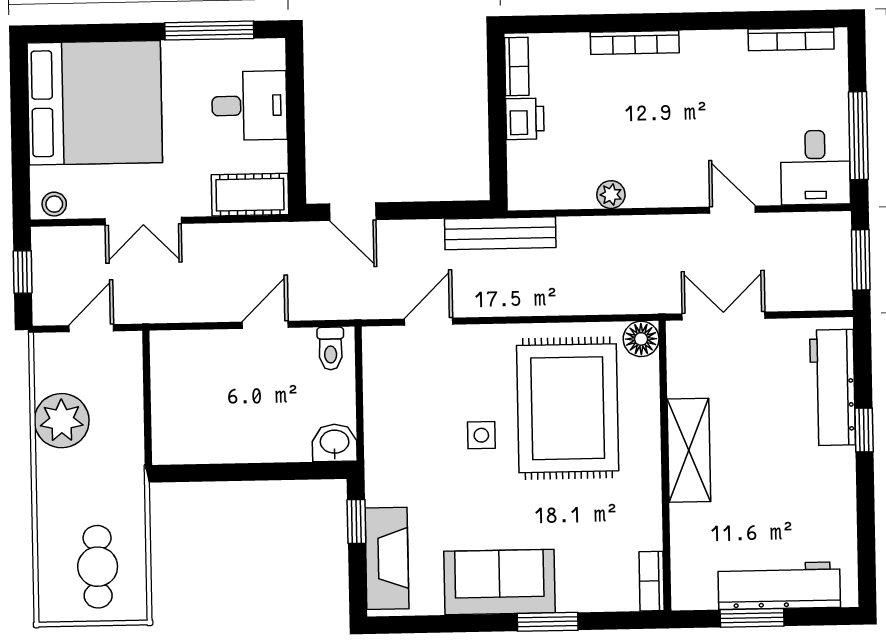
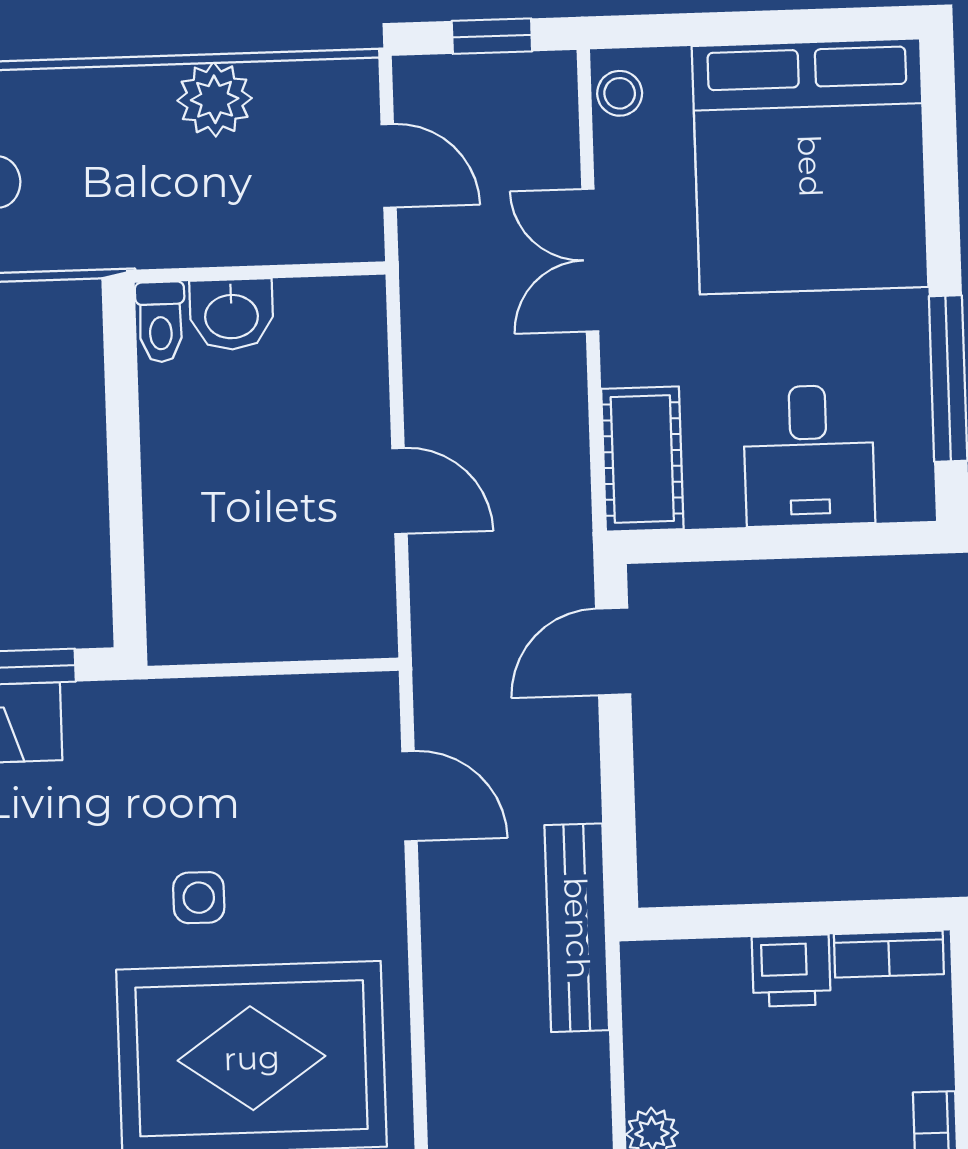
toilet: (331, 349) -> (161, 322), moved, turned -90
plant: (62, 421) -> (215, 99), width x0.73, depth x0.73
washbasin: (335, 443) -> (231, 315), moved, turned 90

